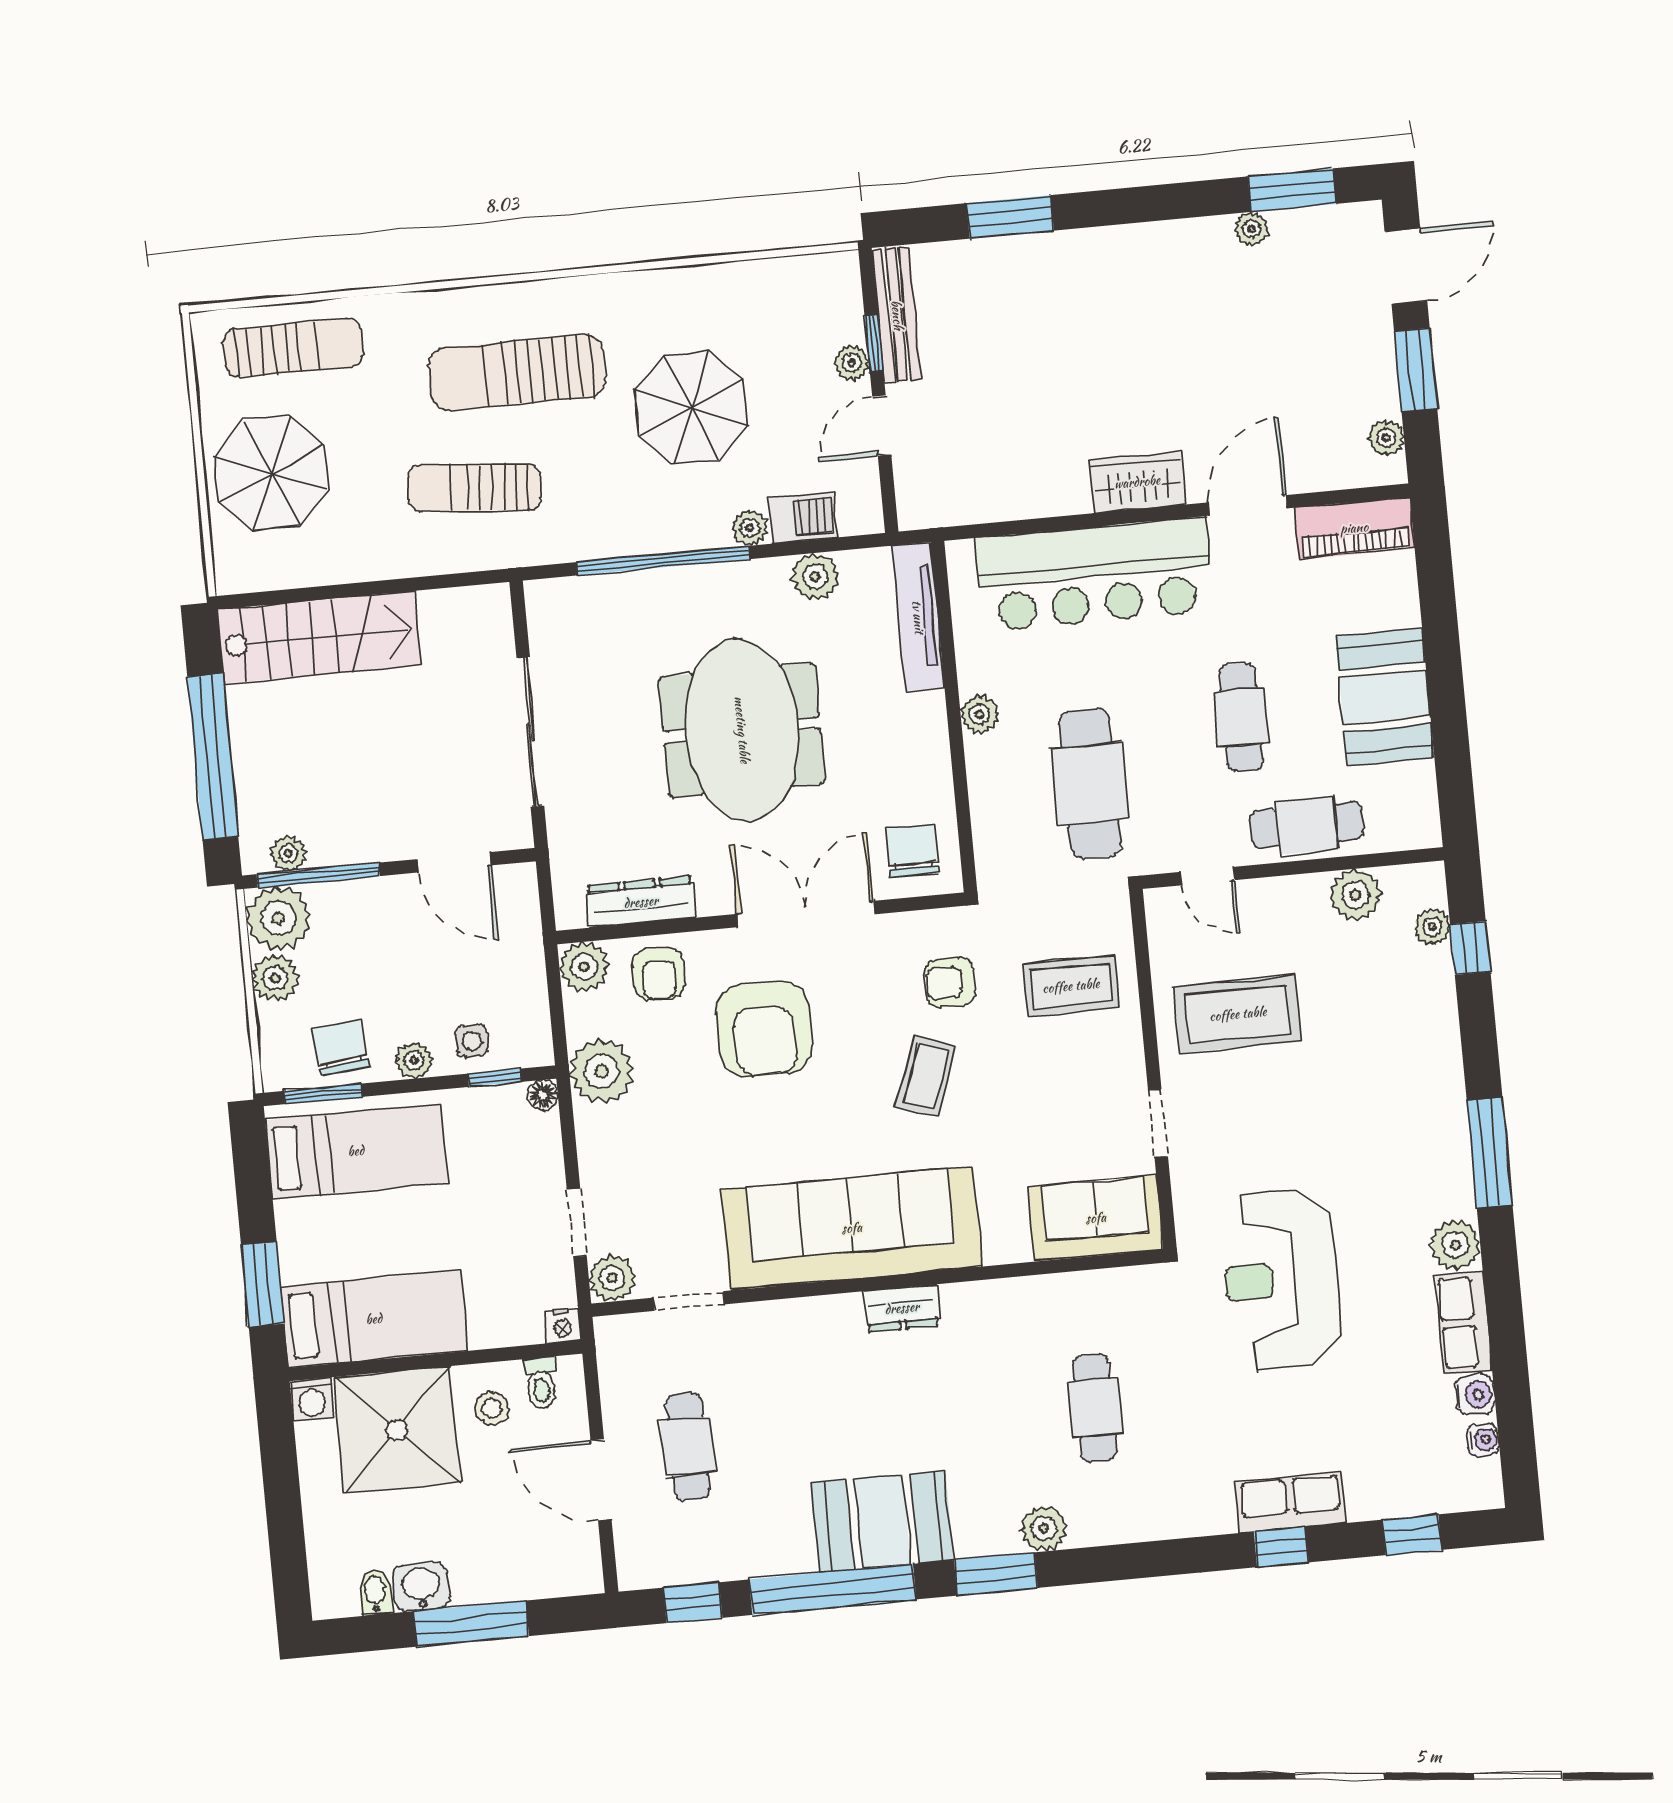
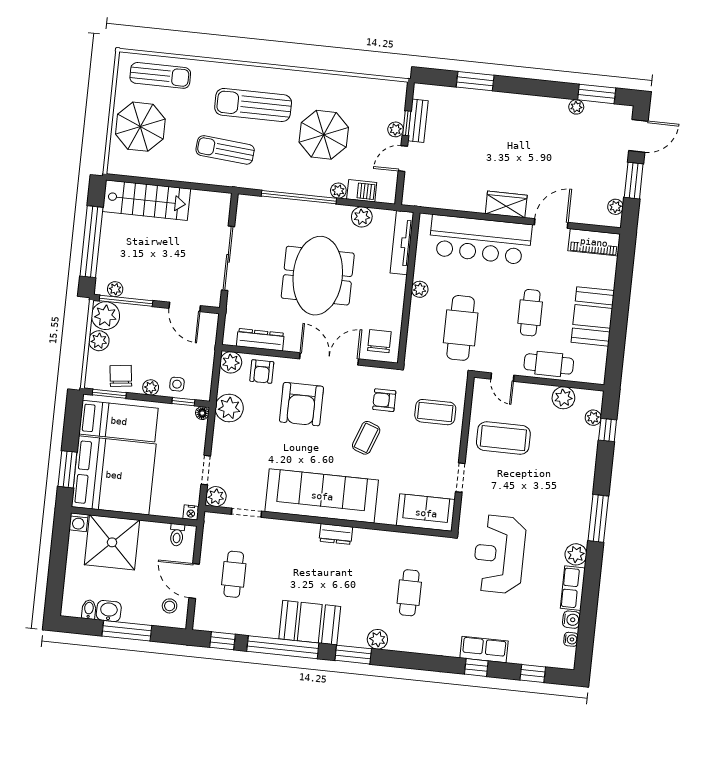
bench: (897, 315) -> (418, 121), width x0.73
bed: (374, 1319) -> (114, 475), width x2.04
stool: (492, 1408) -> (170, 606), moved

